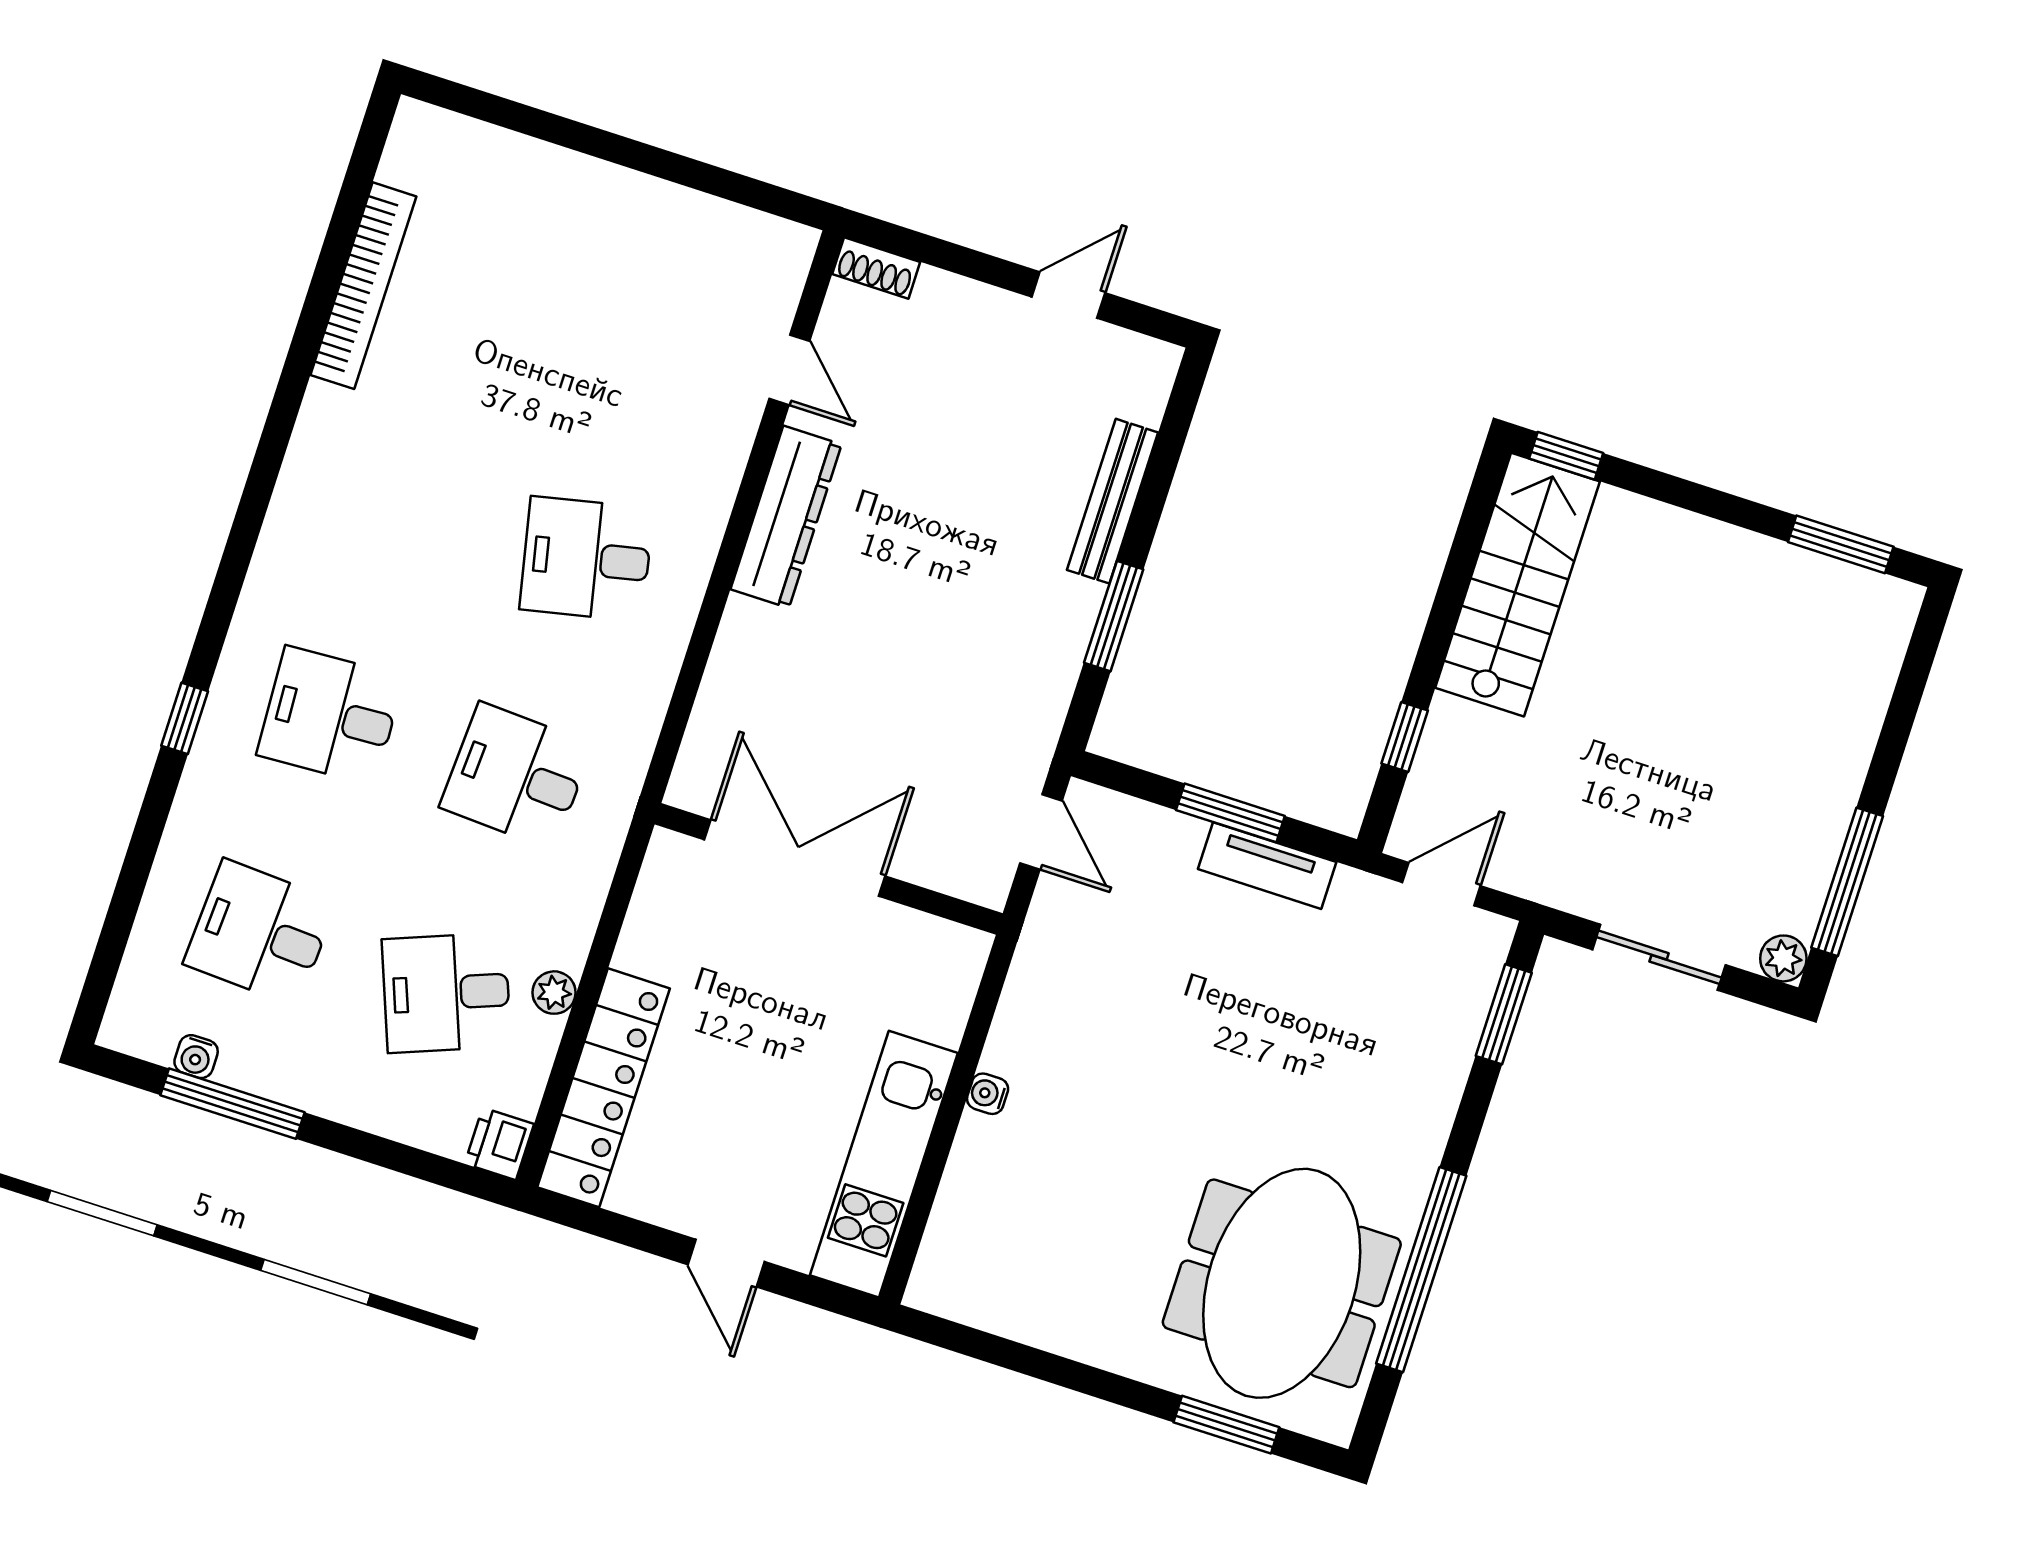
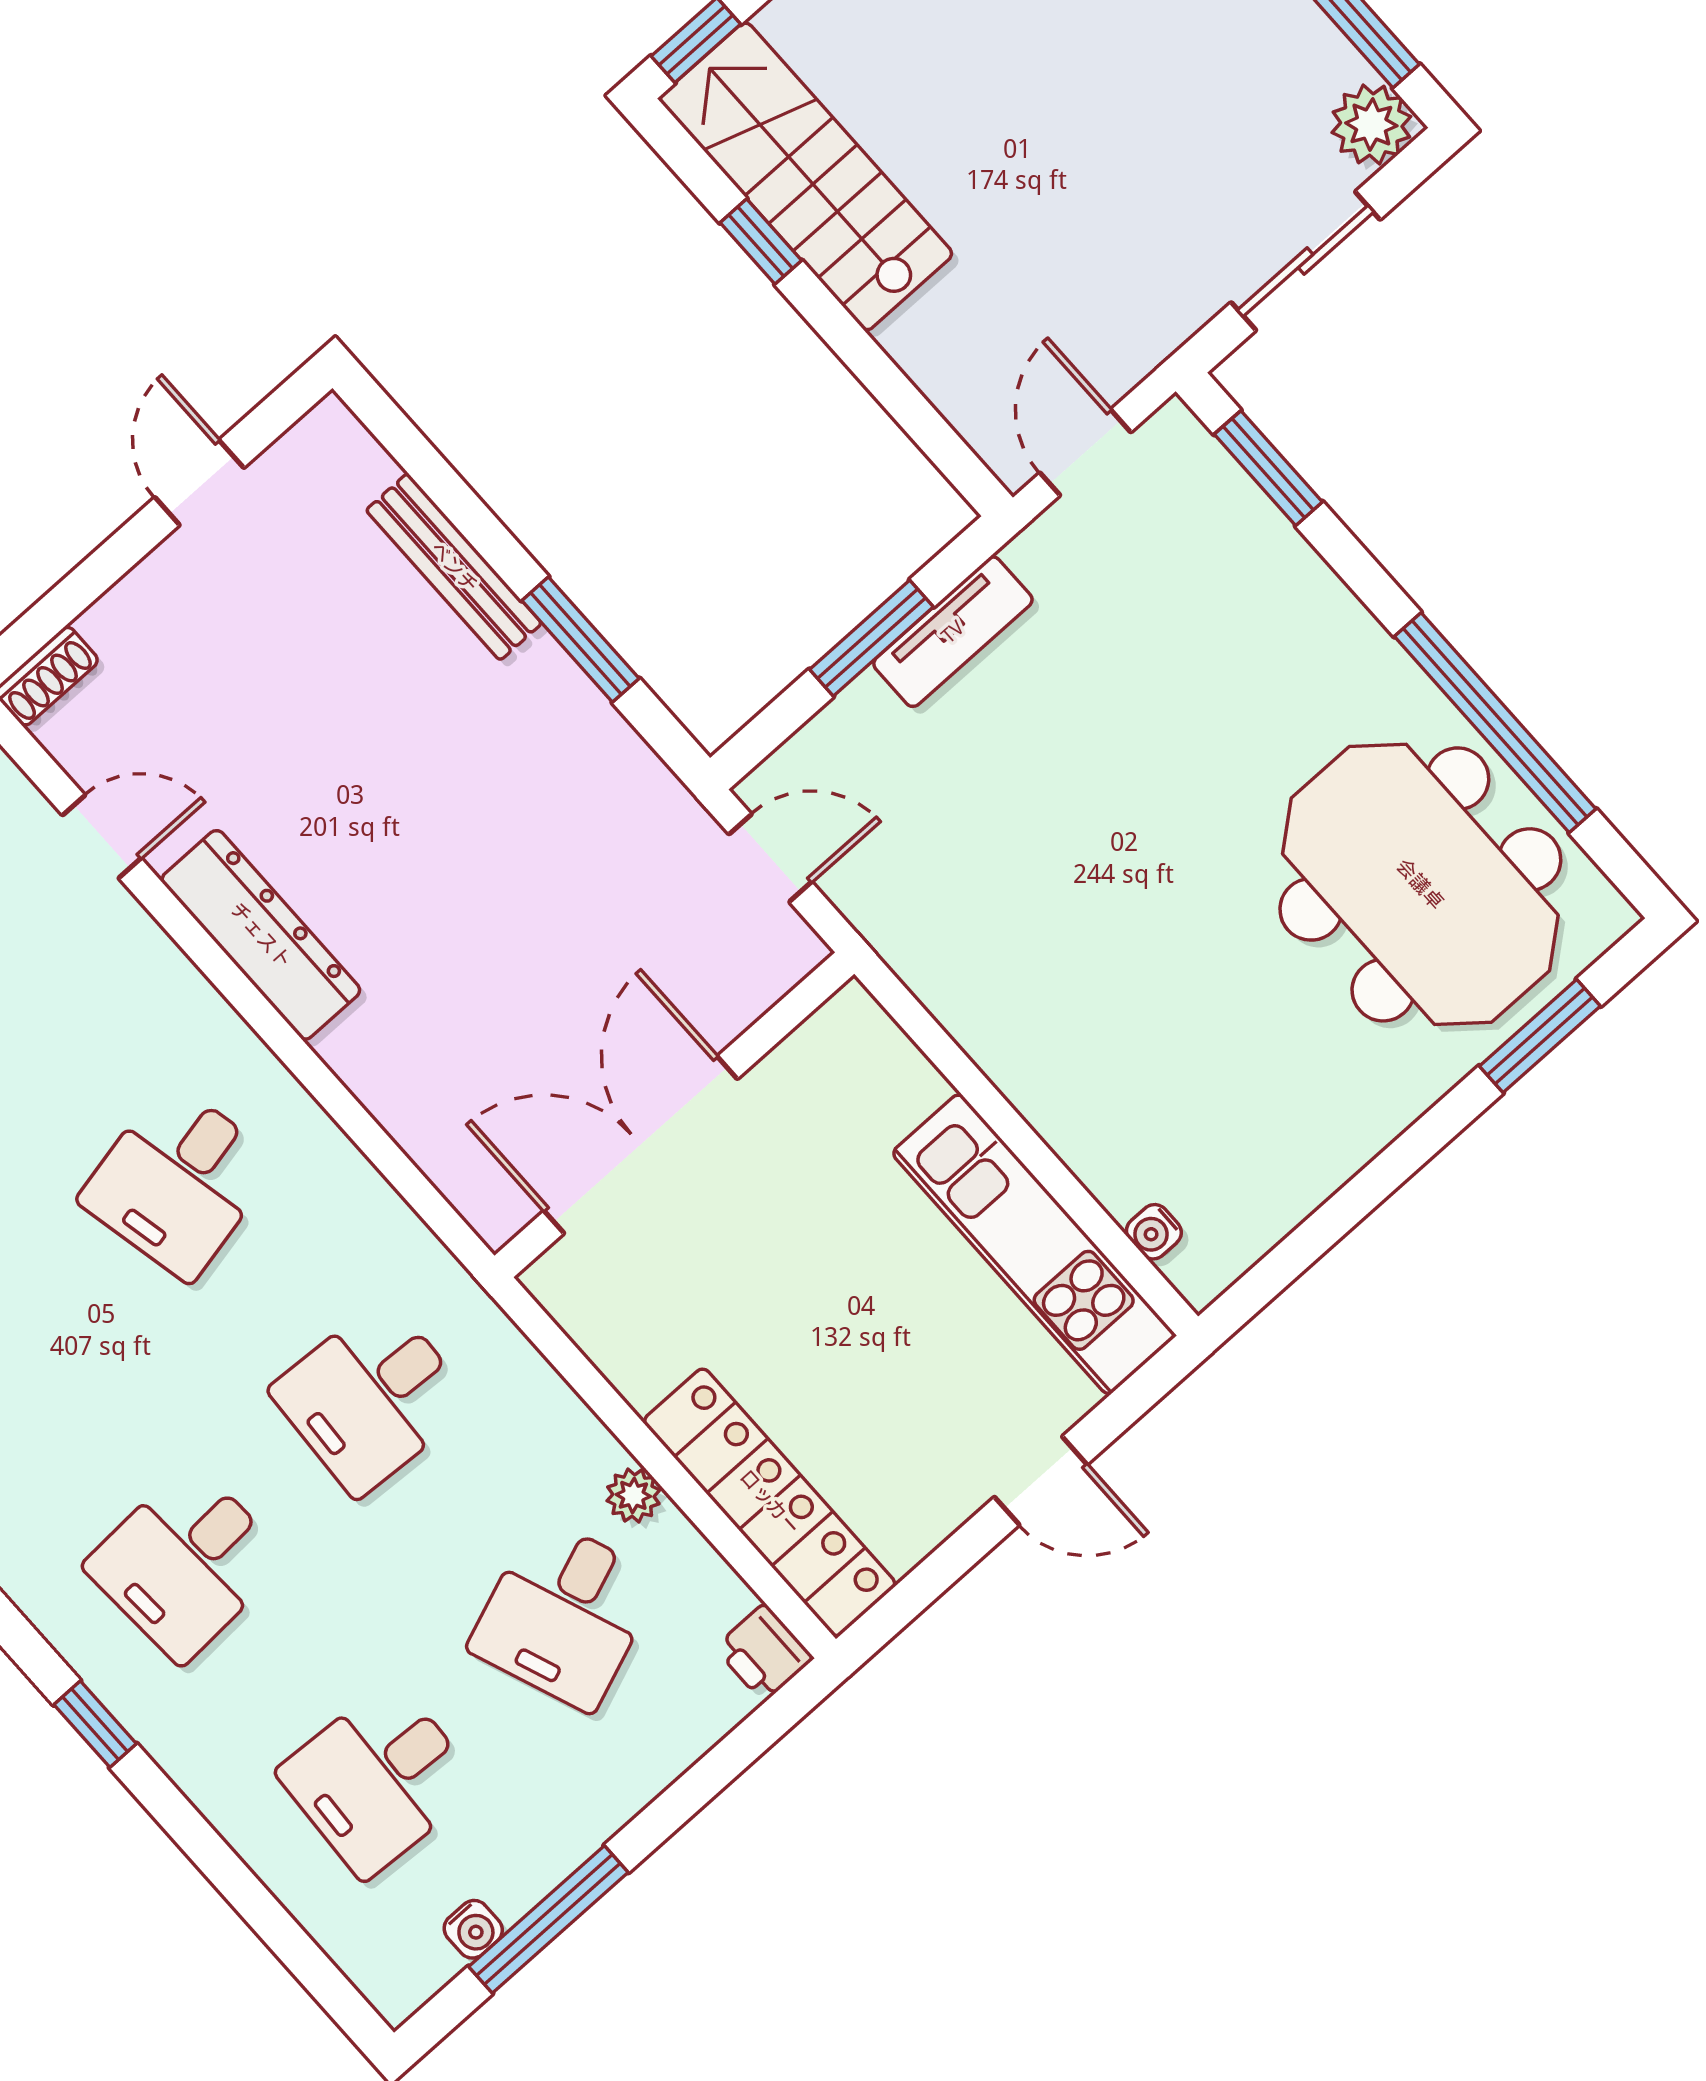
window: (1405, 737) -> (761, 242), moved
plant: (1783, 958) -> (1371, 124), width x1.38, depth x1.38
water cooler: (988, 1094) -> (1154, 1232), moved

